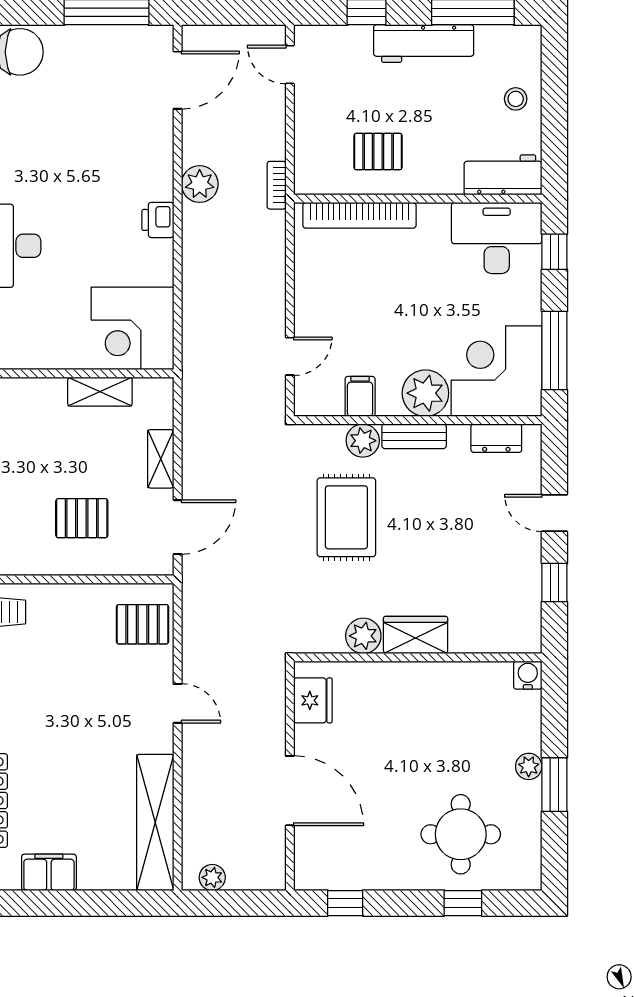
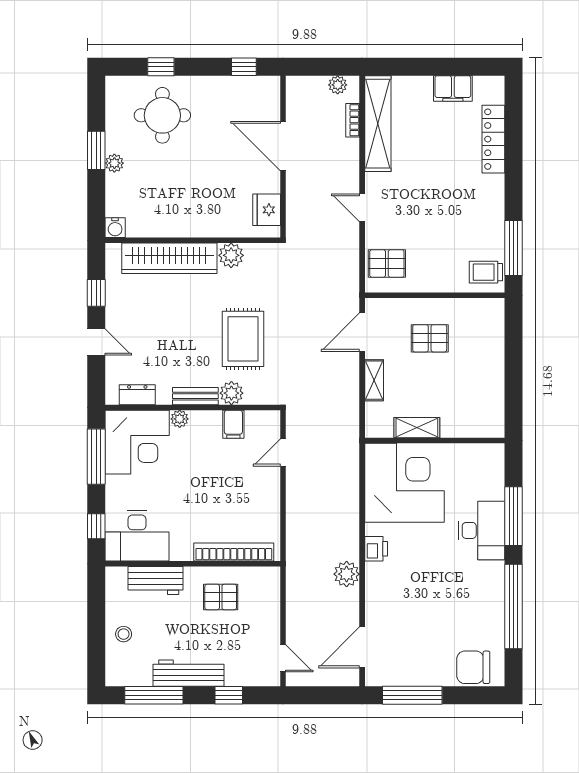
workbench: (503, 175) -> (156, 580), moved
bookcase: (277, 185) -> (353, 120), moved, turned 180
corner desk: (133, 328) -> (404, 483), width x1.36, depth x1.36
plant: (425, 393) -> (180, 419), width x0.53, depth x0.53
wardrobe: (416, 635) -> (169, 258), width x2.10, depth x1.17

